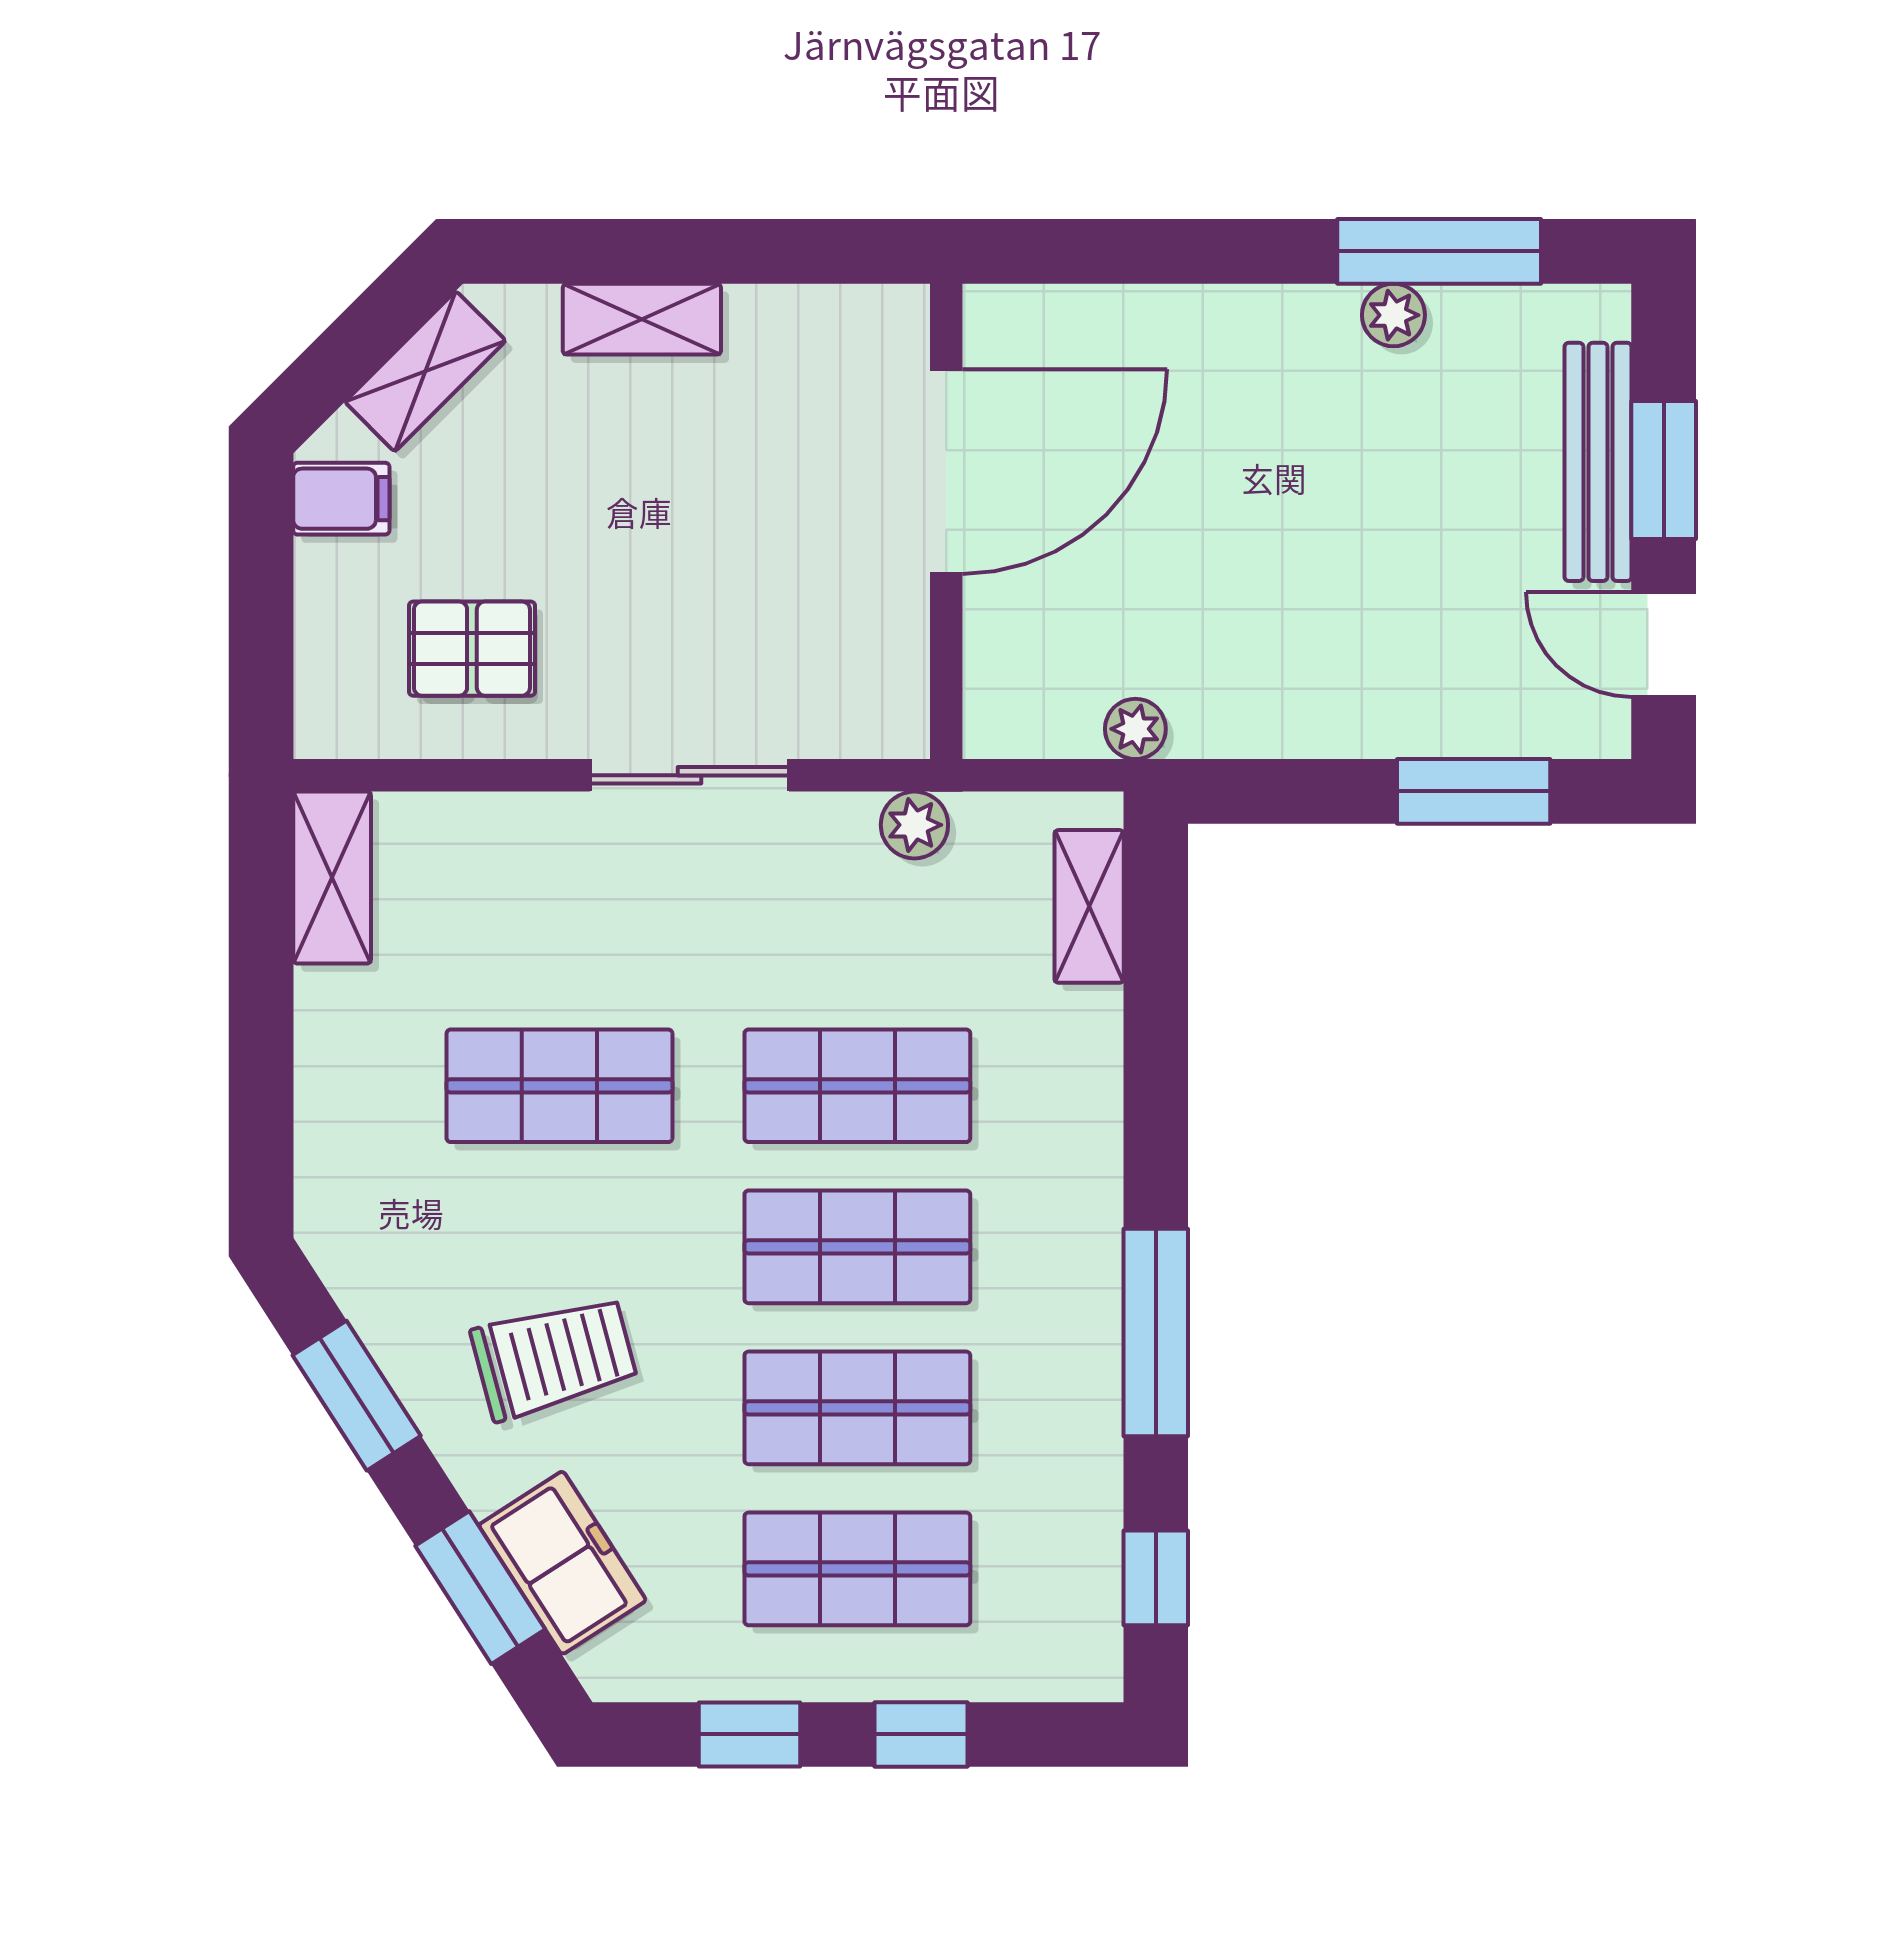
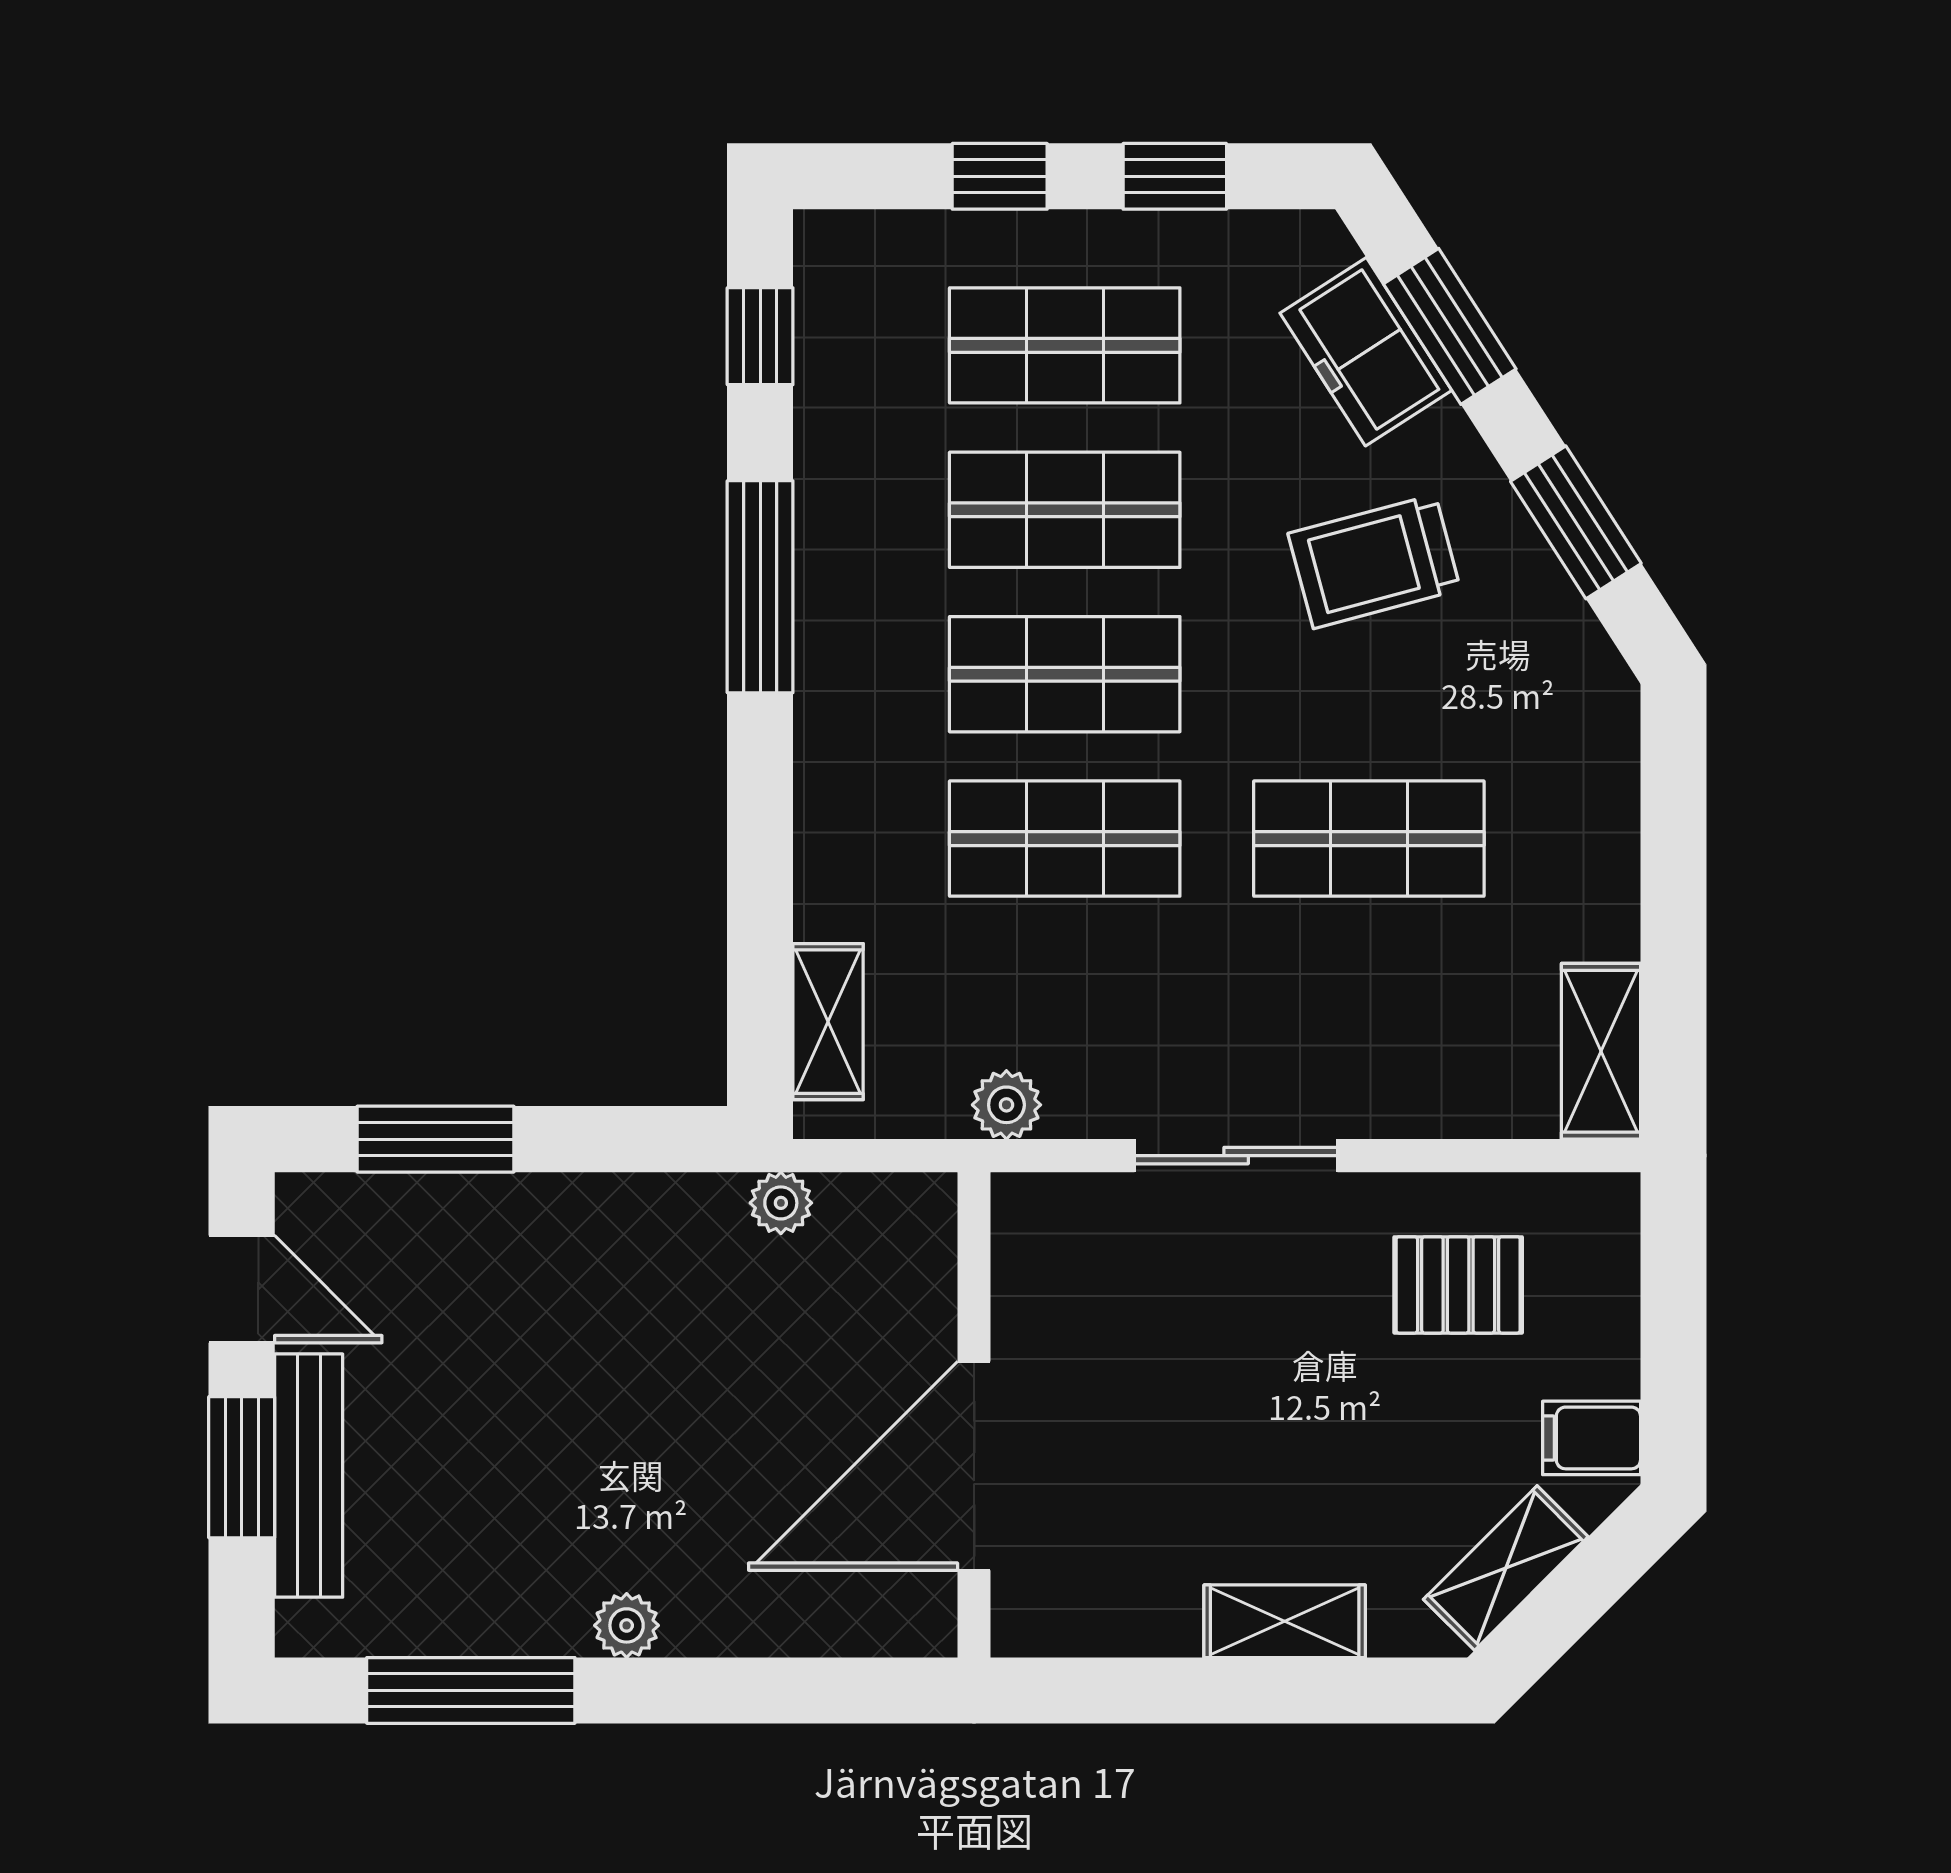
plant: (1393, 315) -> (627, 1625), moved

